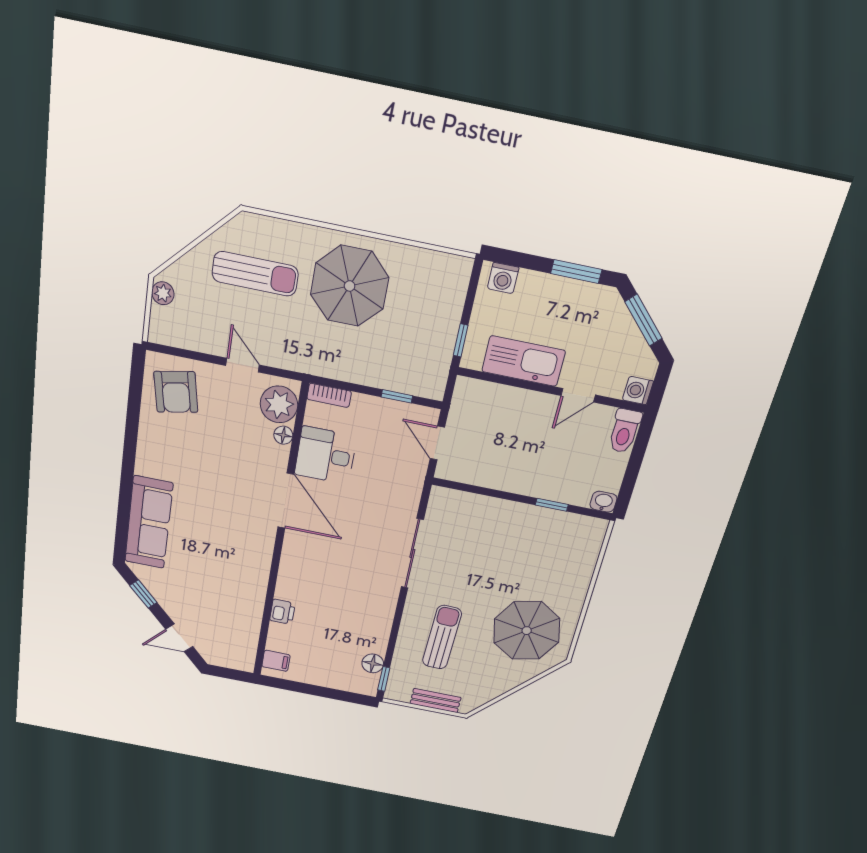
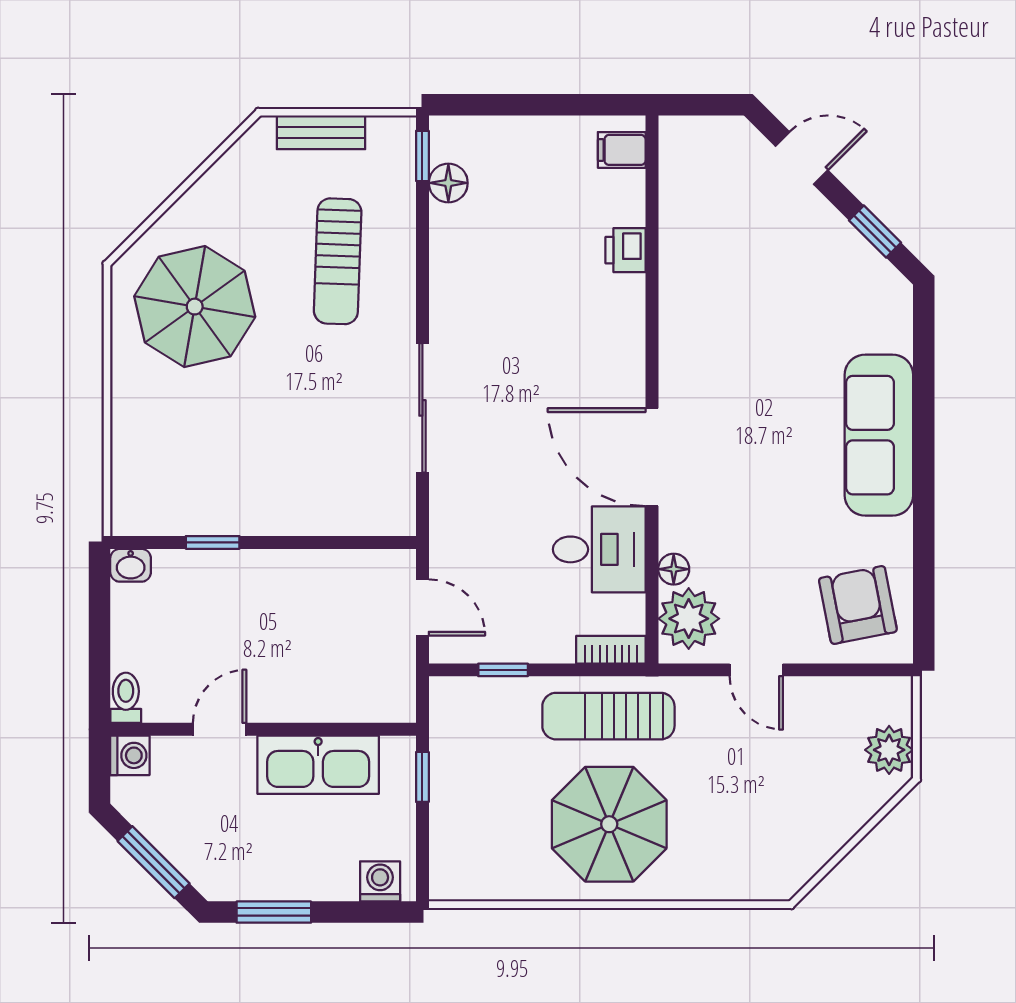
sun lounger: (255, 274) -> (608, 716), moved
plant: (163, 293) -> (889, 750), width x1.38, depth x1.38
toilet: (624, 431) -> (126, 698), width x0.73, depth x0.72
sofa: (149, 523) -> (879, 435), moved

